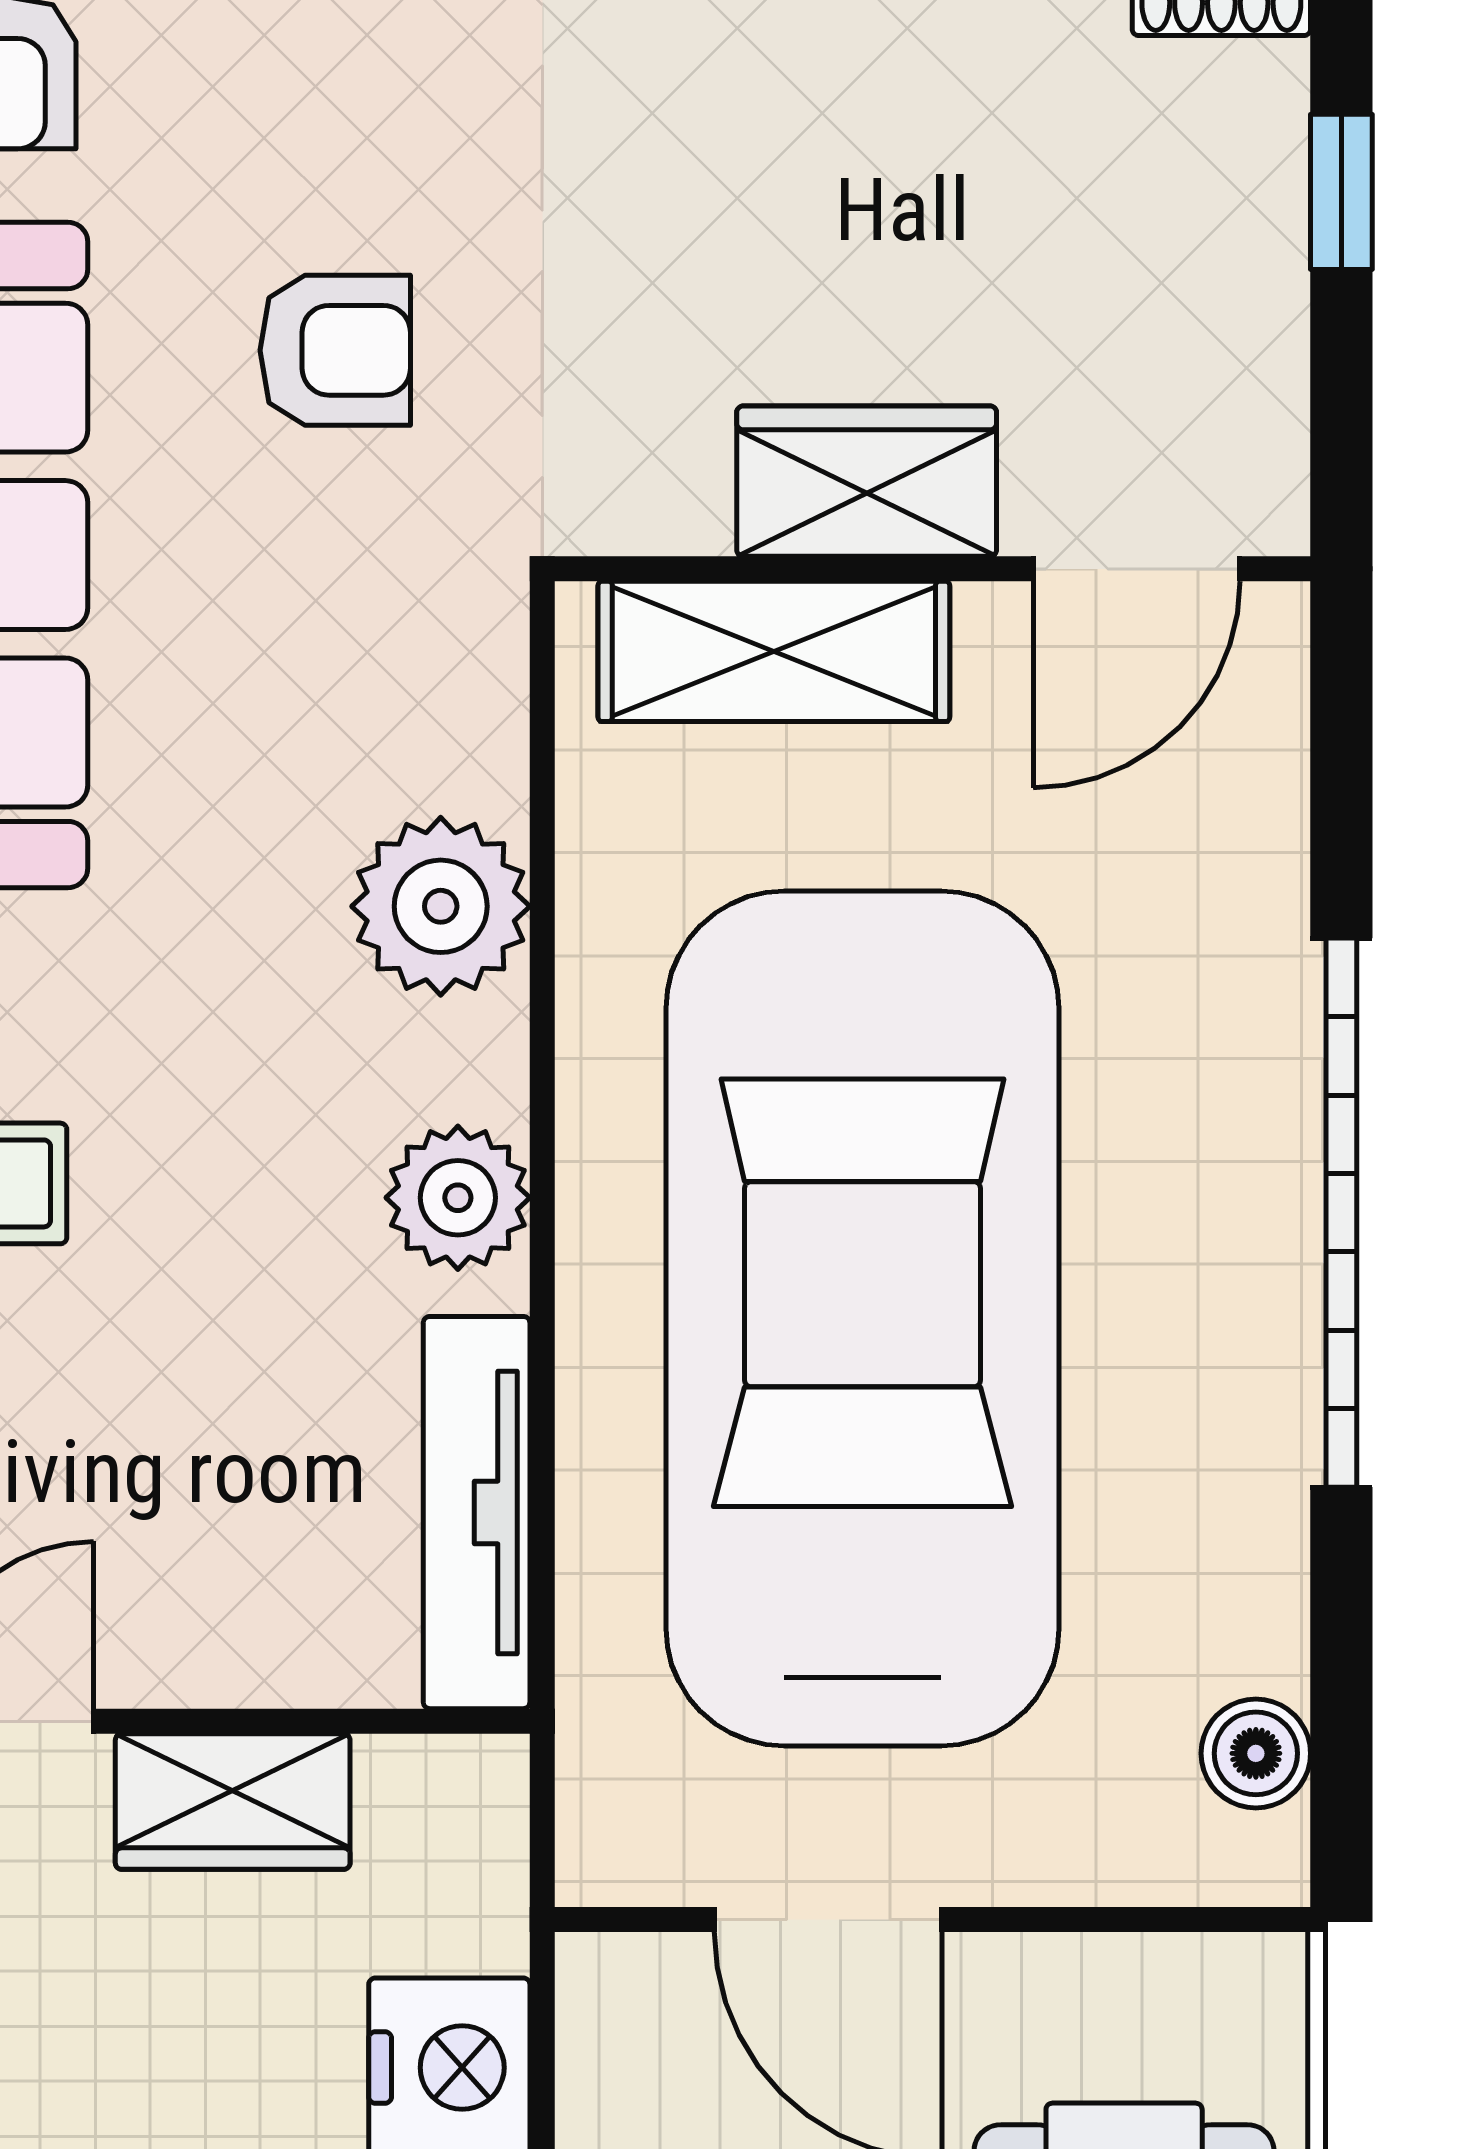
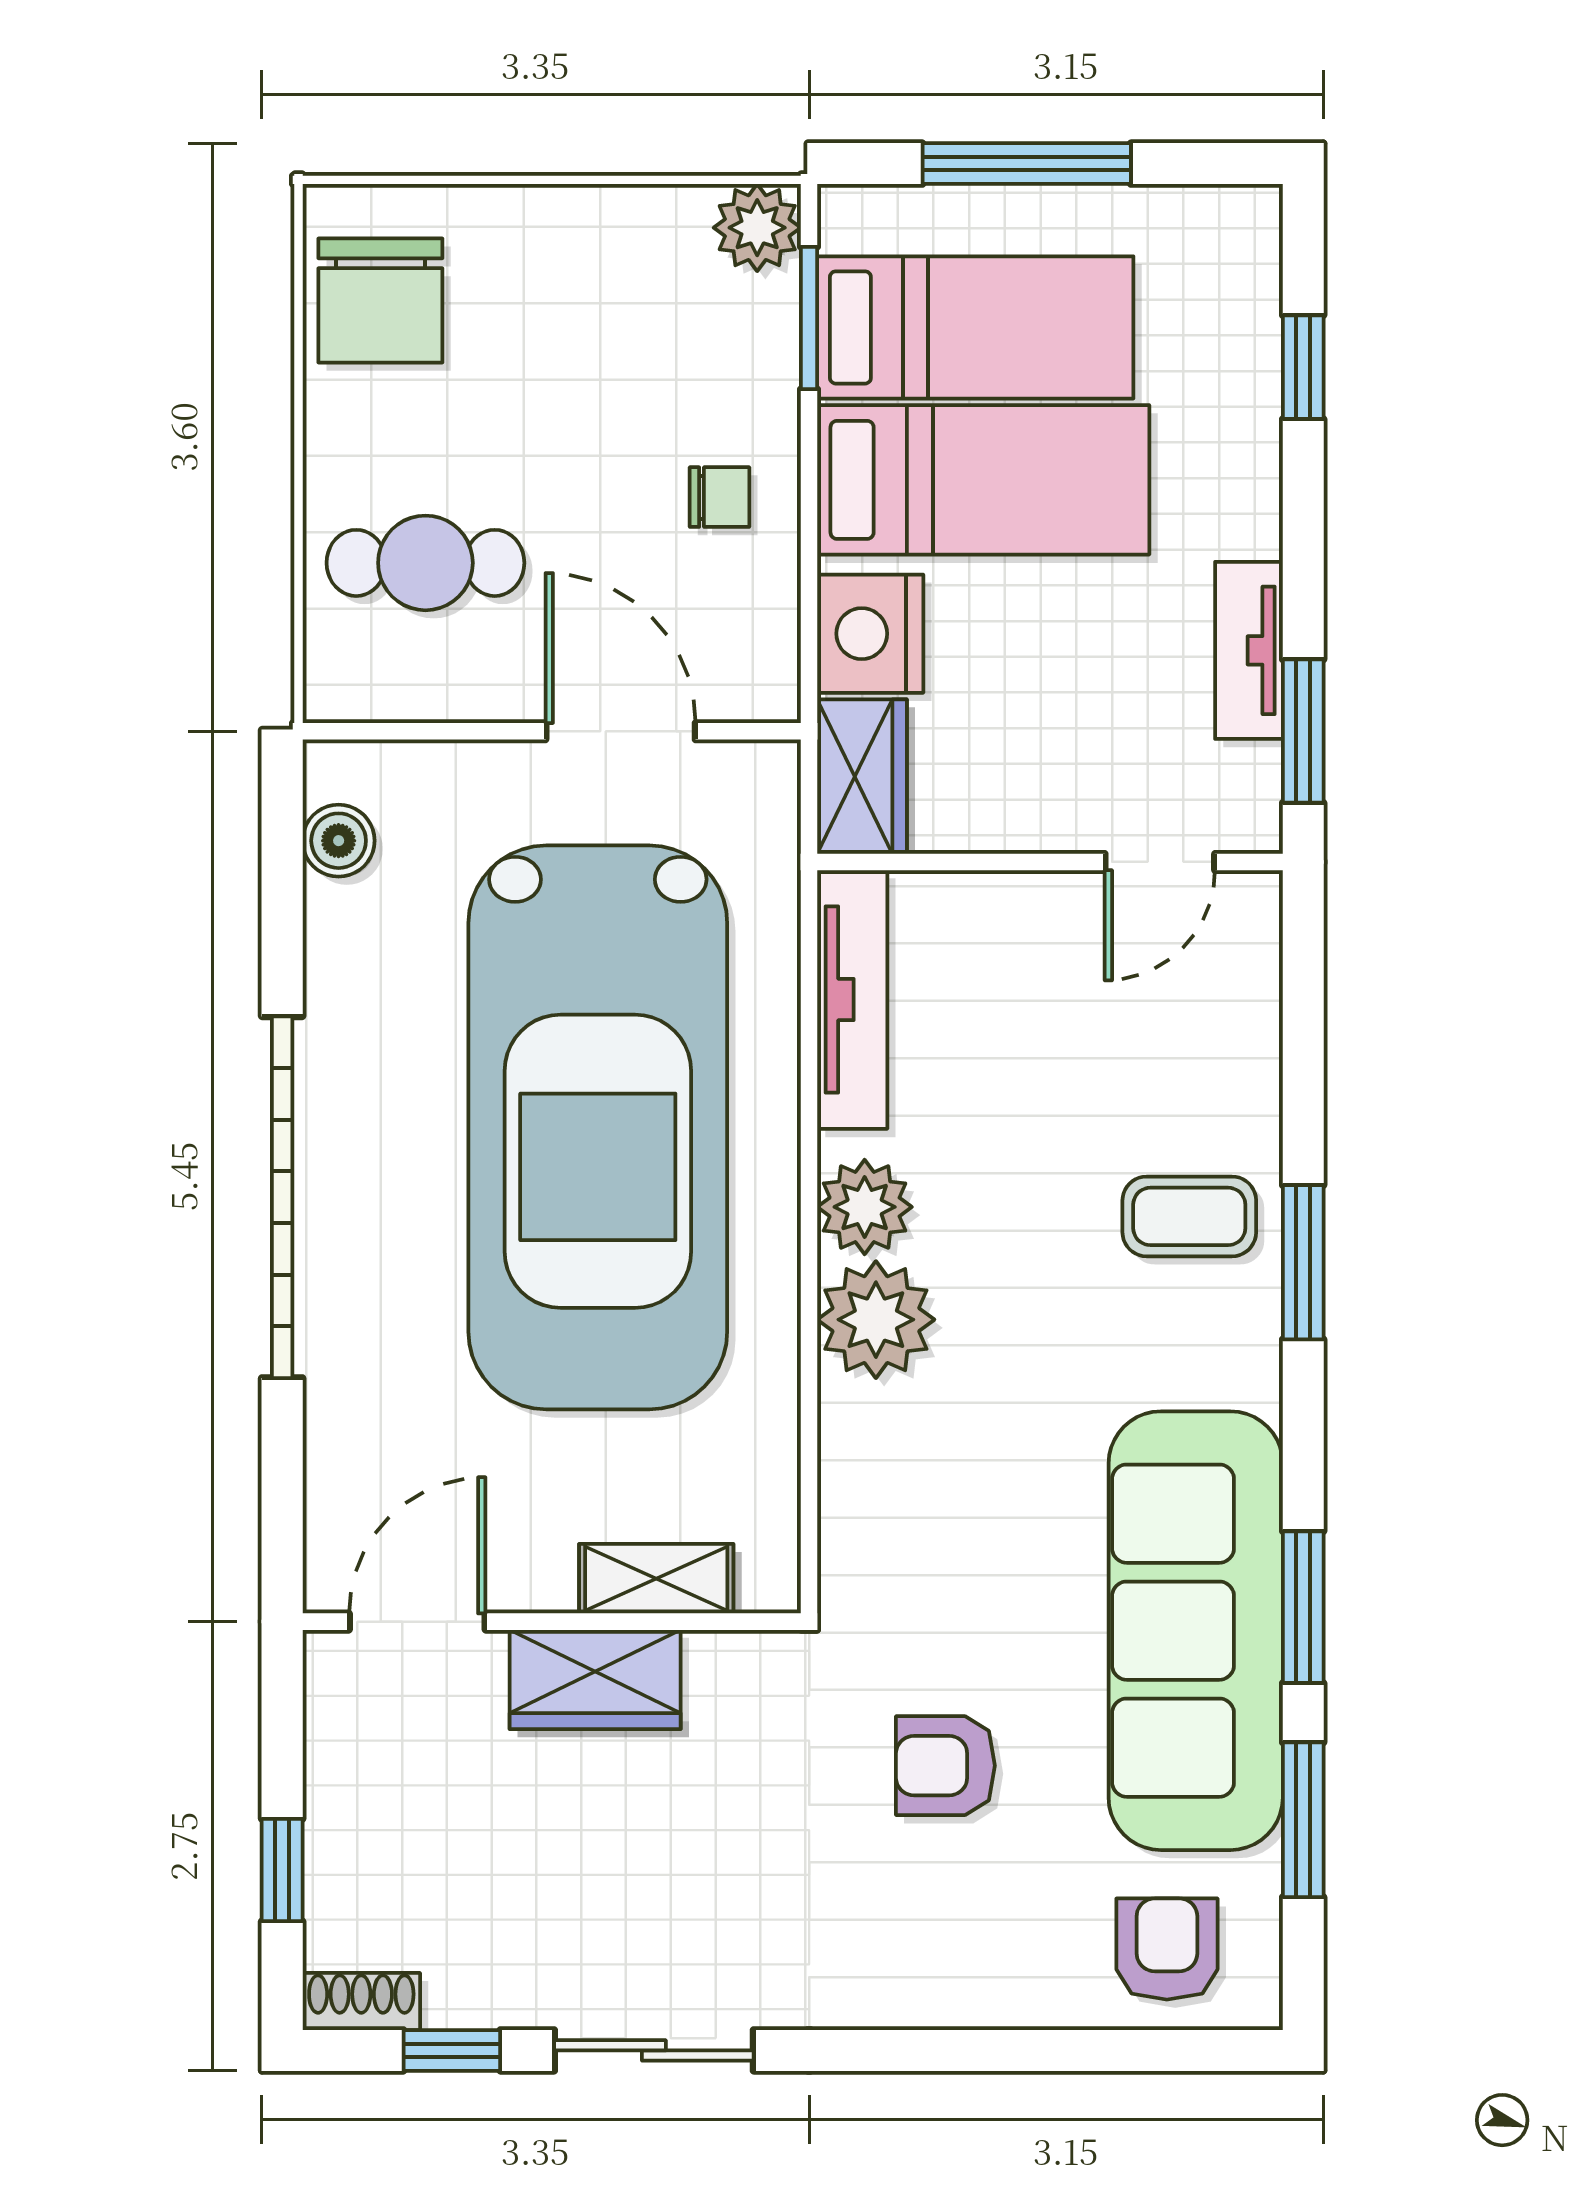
shelving: (774, 651) -> (656, 1579), width x0.67, depth x0.75
plant: (441, 906) -> (876, 1320), moved
wardrobe: (233, 1802) -> (862, 777), moved, turned 90

